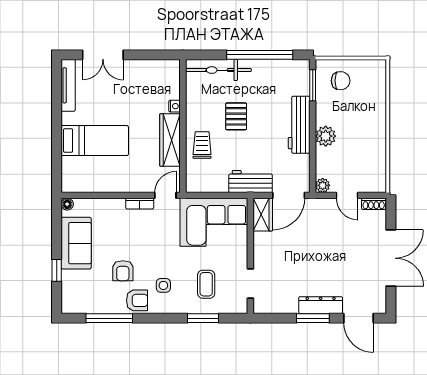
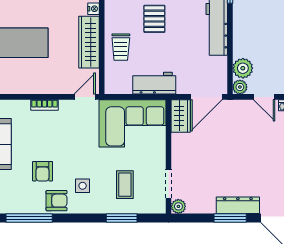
plant: (326, 136) -> (243, 68), moved
trolley: (202, 145) -> (121, 47), turned 180
workbench: (251, 182) -> (154, 83), moved
bookcase: (140, 204) -> (45, 105), moved
plant: (260, 306) -> (178, 206), added

